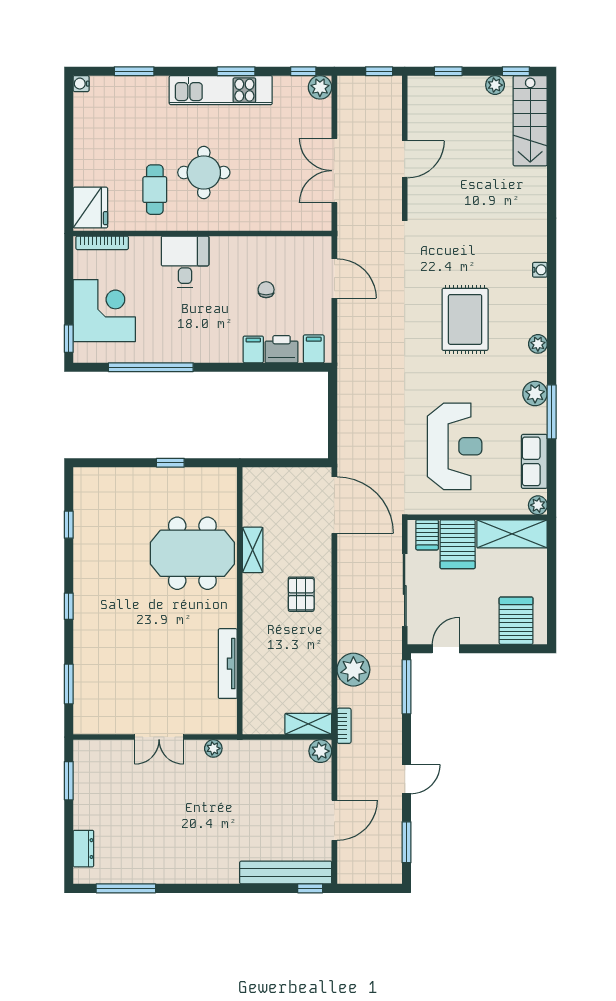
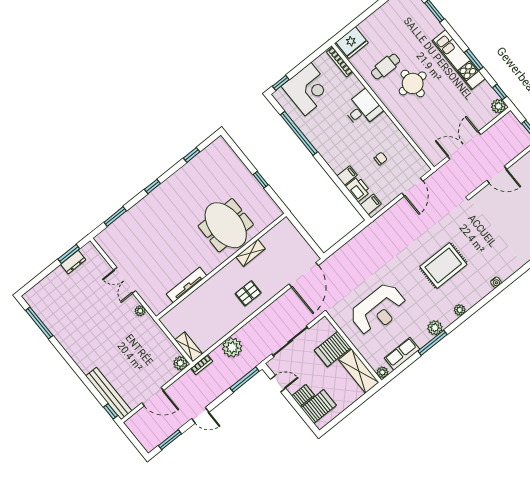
server rack: (427, 535) -> (303, 396), moved, turned 180
dresser: (83, 849) -> (73, 262), moved

